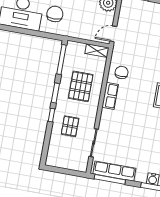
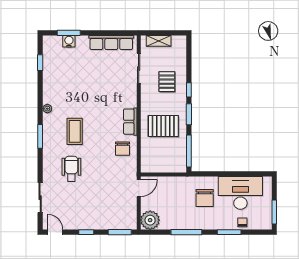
shelving: (97, 51) -> (159, 41), moved
pallet: (81, 86) -> (163, 126), turned 90
window: (110, 179) -> (115, 33), removed

